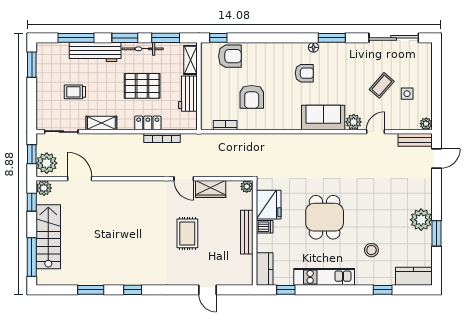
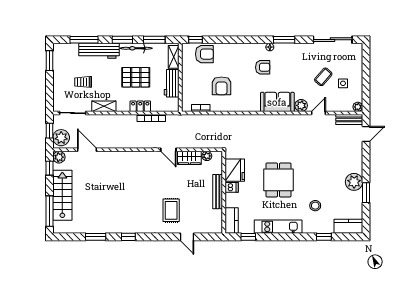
plant: (247, 186) -> (207, 156), moved
rug: (187, 233) -> (171, 210), moved

